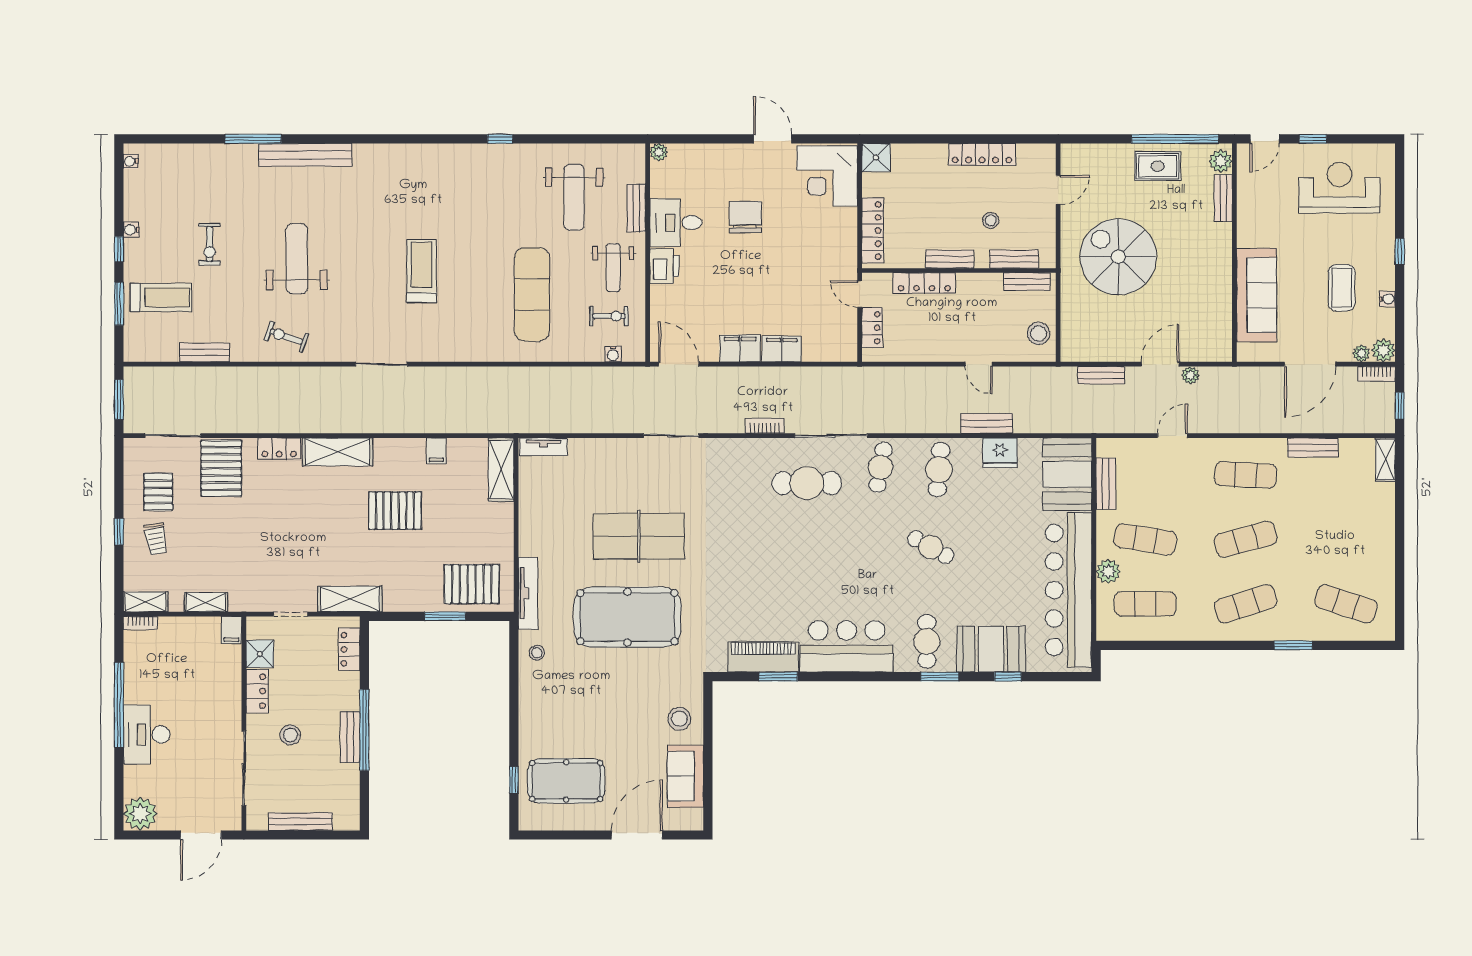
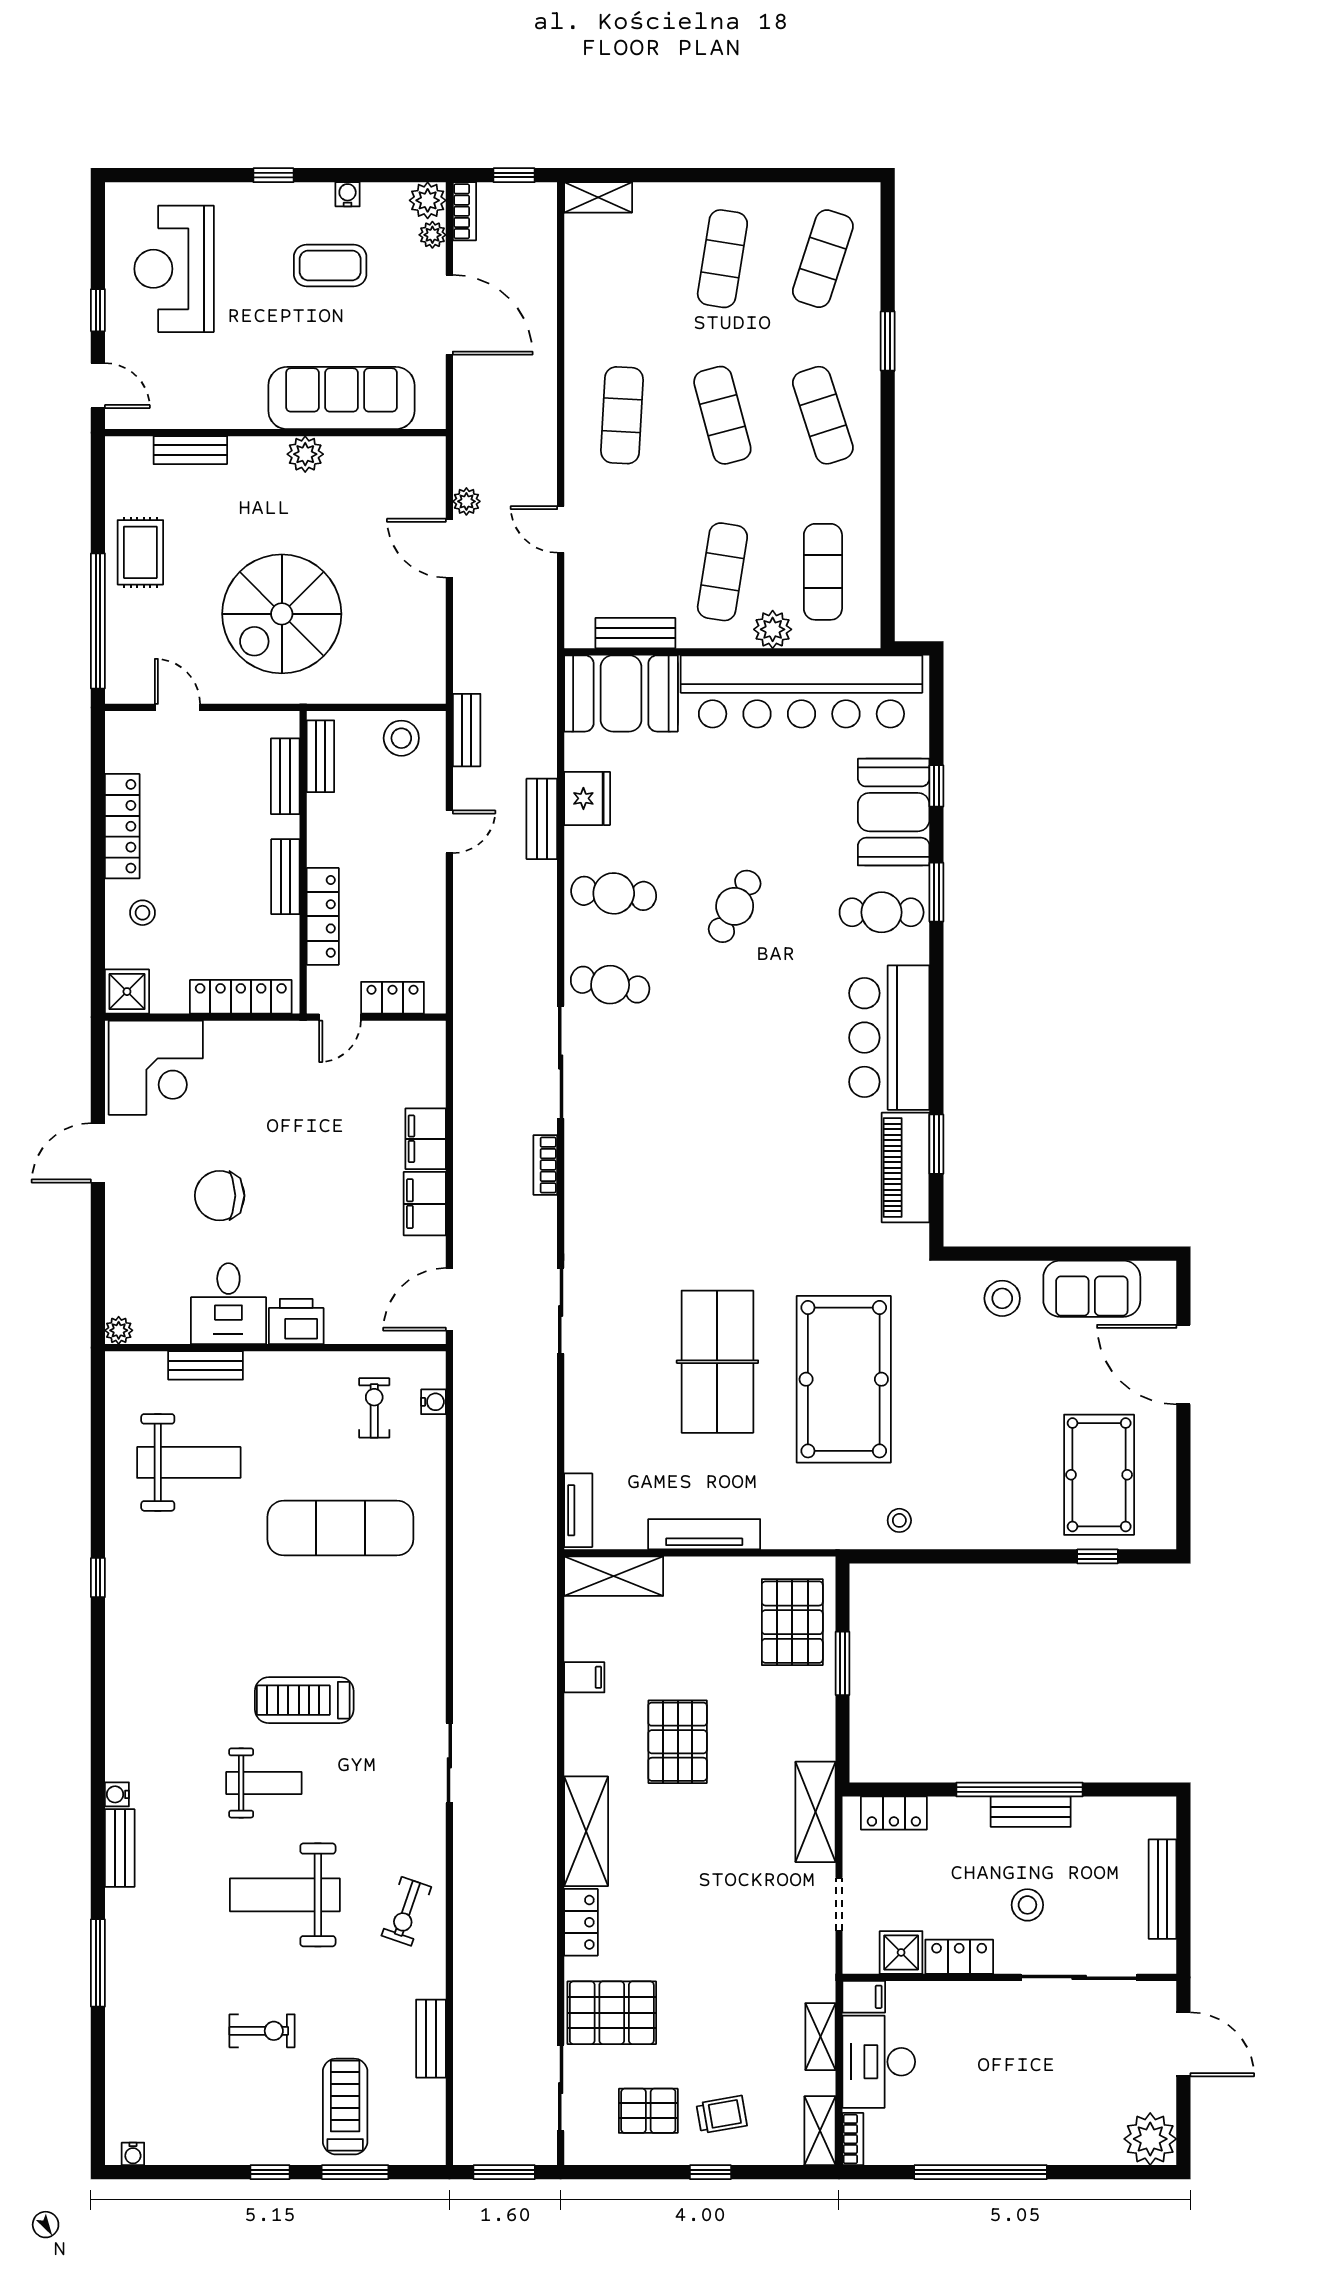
window: (1175, 139) -> (98, 621), moved
bench: (305, 155) -> (120, 1848), width x0.54, depth x0.82
plant: (1221, 161) -> (305, 454), moved
stool: (991, 220) -> (142, 913), moved
water cooler: (131, 230) -> (117, 1794), moved, turned 90
weight bench: (613, 268) -> (264, 1783), moved
bench: (1101, 375) -> (467, 730), moved
bench: (1313, 447) -> (579, 311), removed
cafe table: (807, 483) -> (635, 1100), removed
exercise mat: (1346, 539) -> (722, 259), added
tv unit: (528, 593) -> (704, 1534), moved
desk: (147, 734) -> (879, 2062), moved, turned 90

